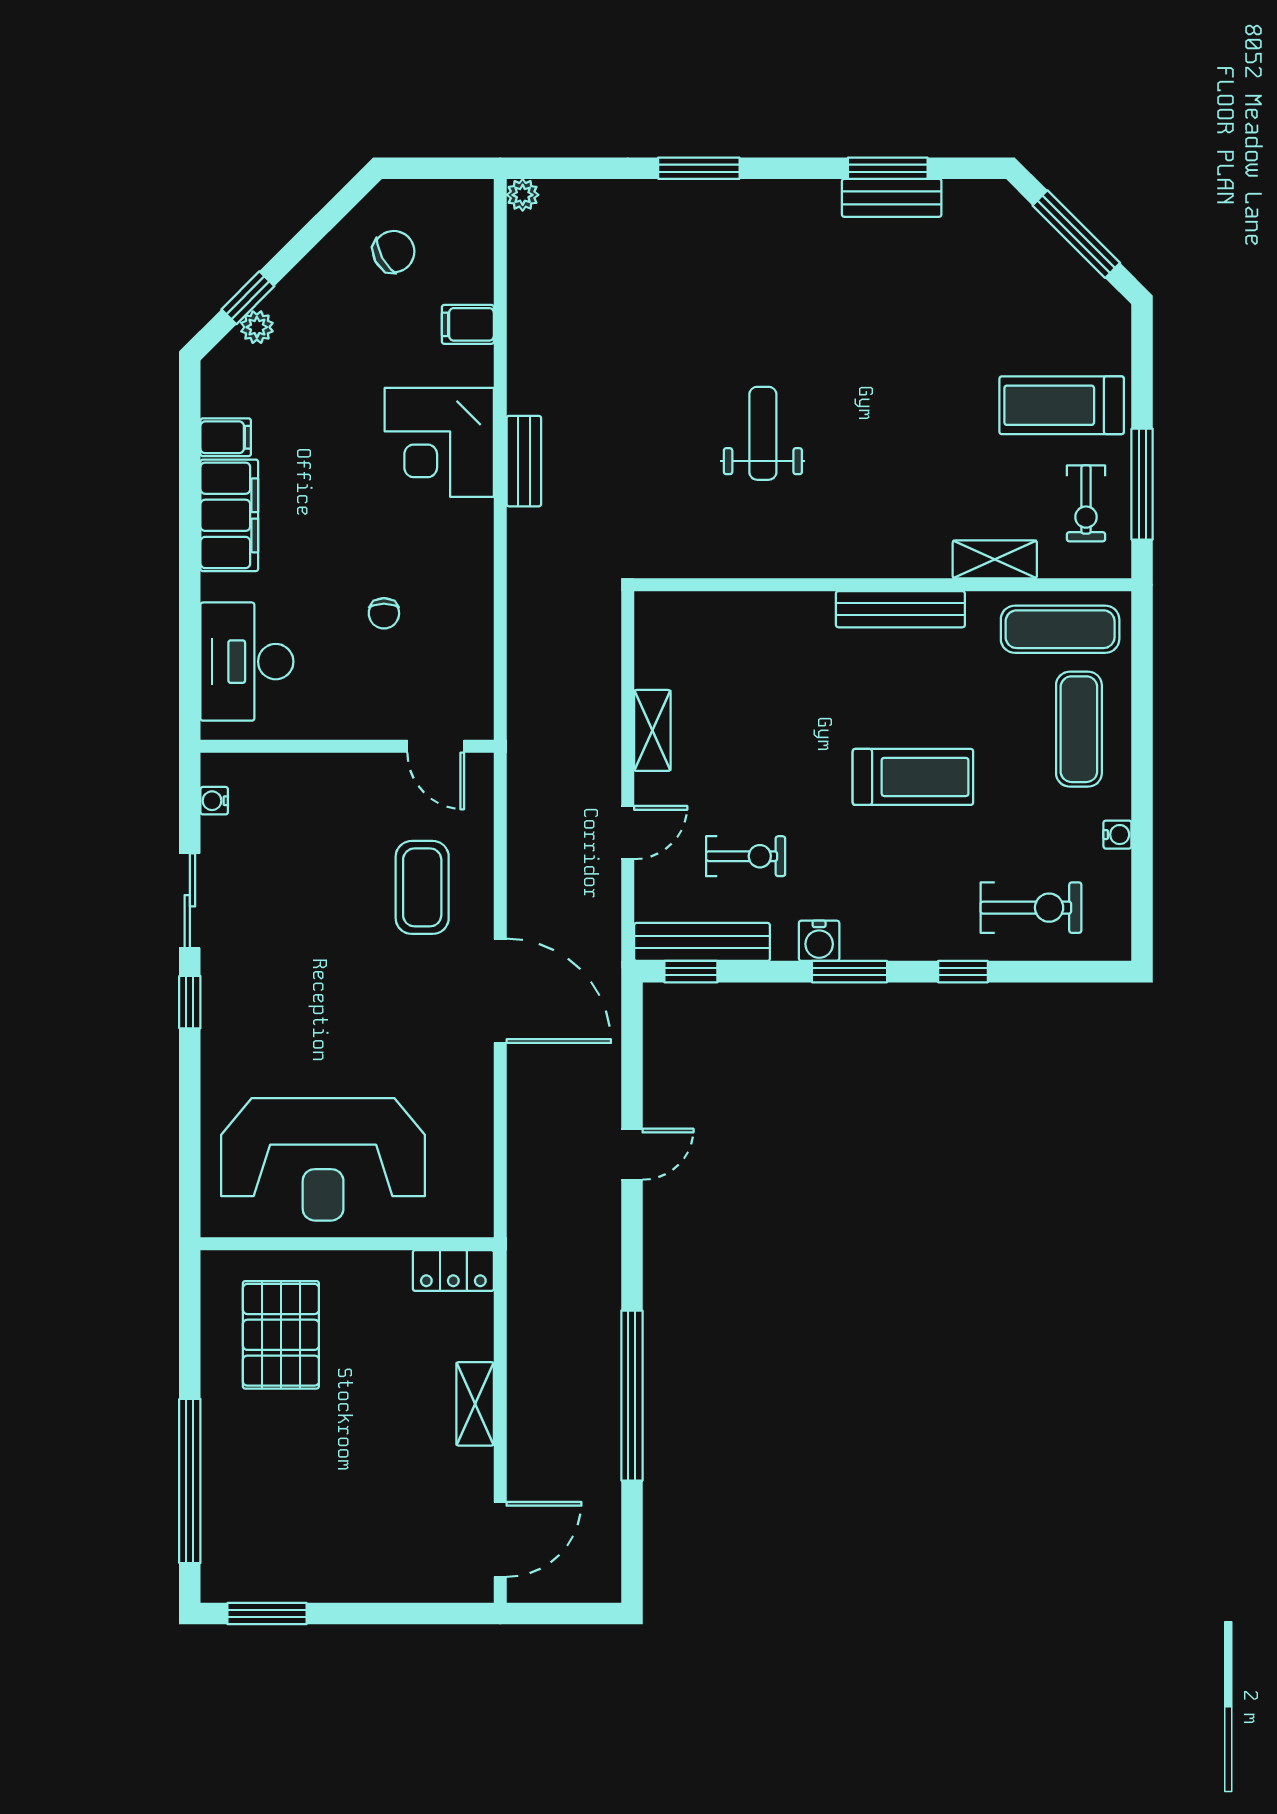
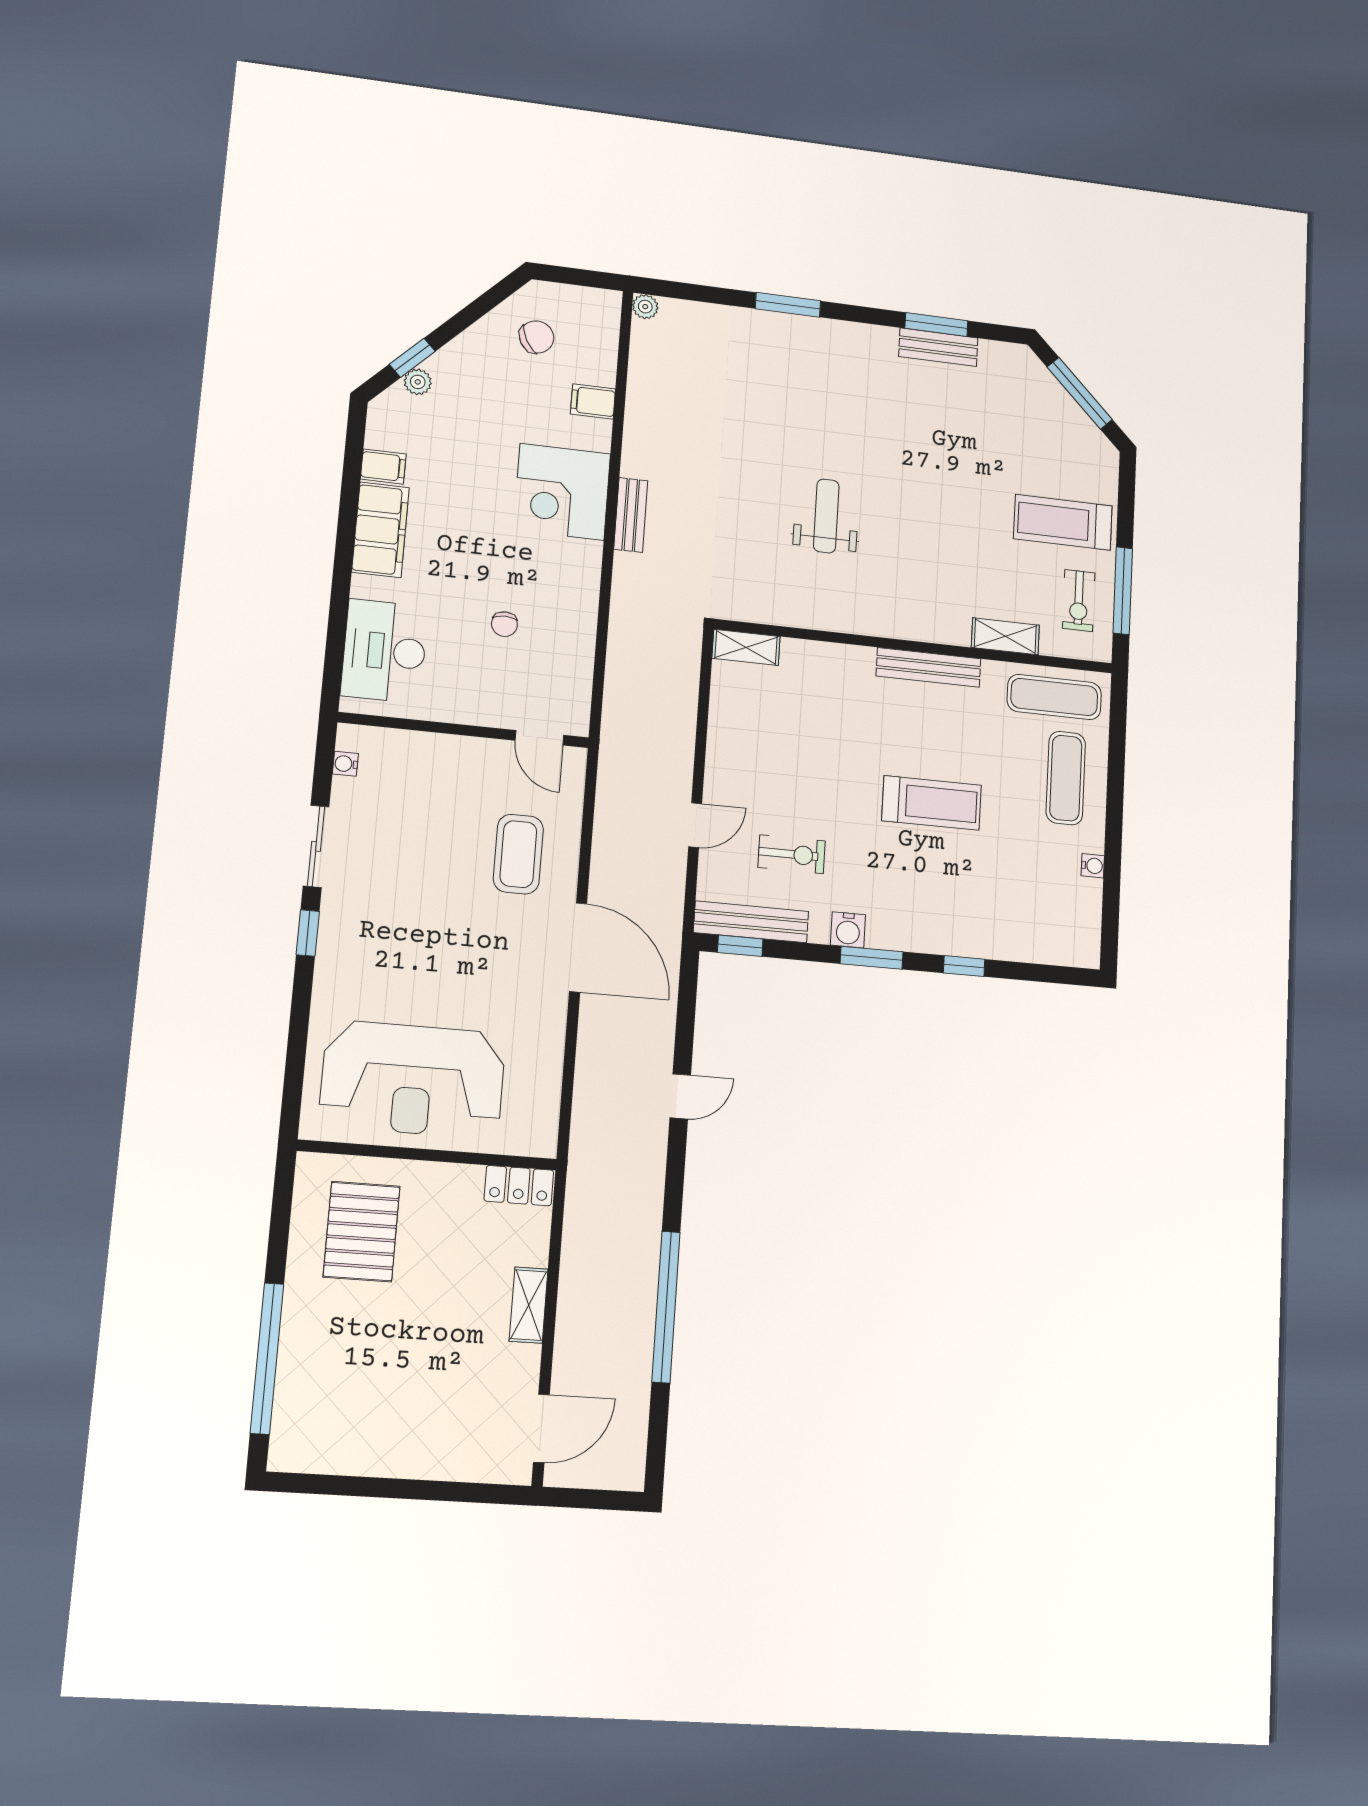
shelving: (652, 730) -> (746, 647), moved, turned 90
exercise bike: (1031, 908) -> (1021, 919), removed
window: (267, 1614) -> (326, 1485), removed

